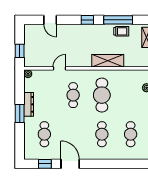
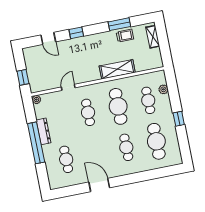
window: (87, 20) -> (76, 33), moved
window: (118, 20) -> (119, 24), width x0.69
cafe table: (131, 95) -> (148, 100), added
window: (20, 114) -> (36, 143), width x2.11
cafe table: (131, 134) -> (156, 141), width x1.37, depth x1.35
window: (45, 164) -> (73, 190), removed

